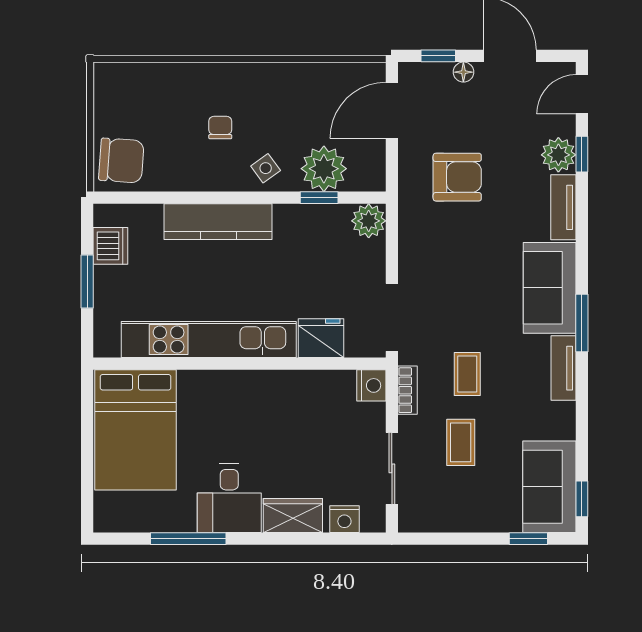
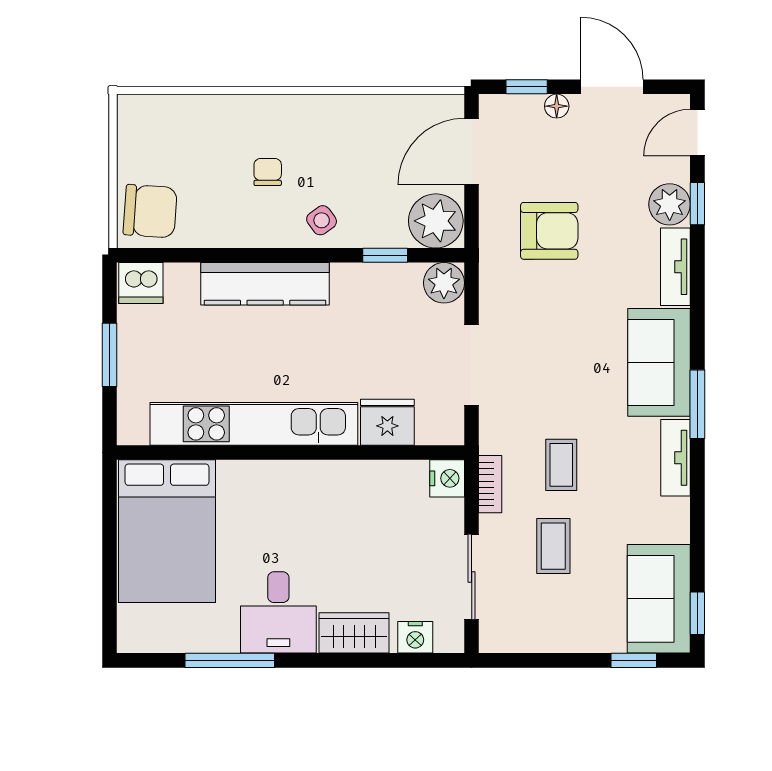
plant: (324, 169) -> (436, 221), moved
dishwasher: (110, 246) -> (141, 283), moved, turned 90
doorway: (392, 317) -> (472, 365), moved

